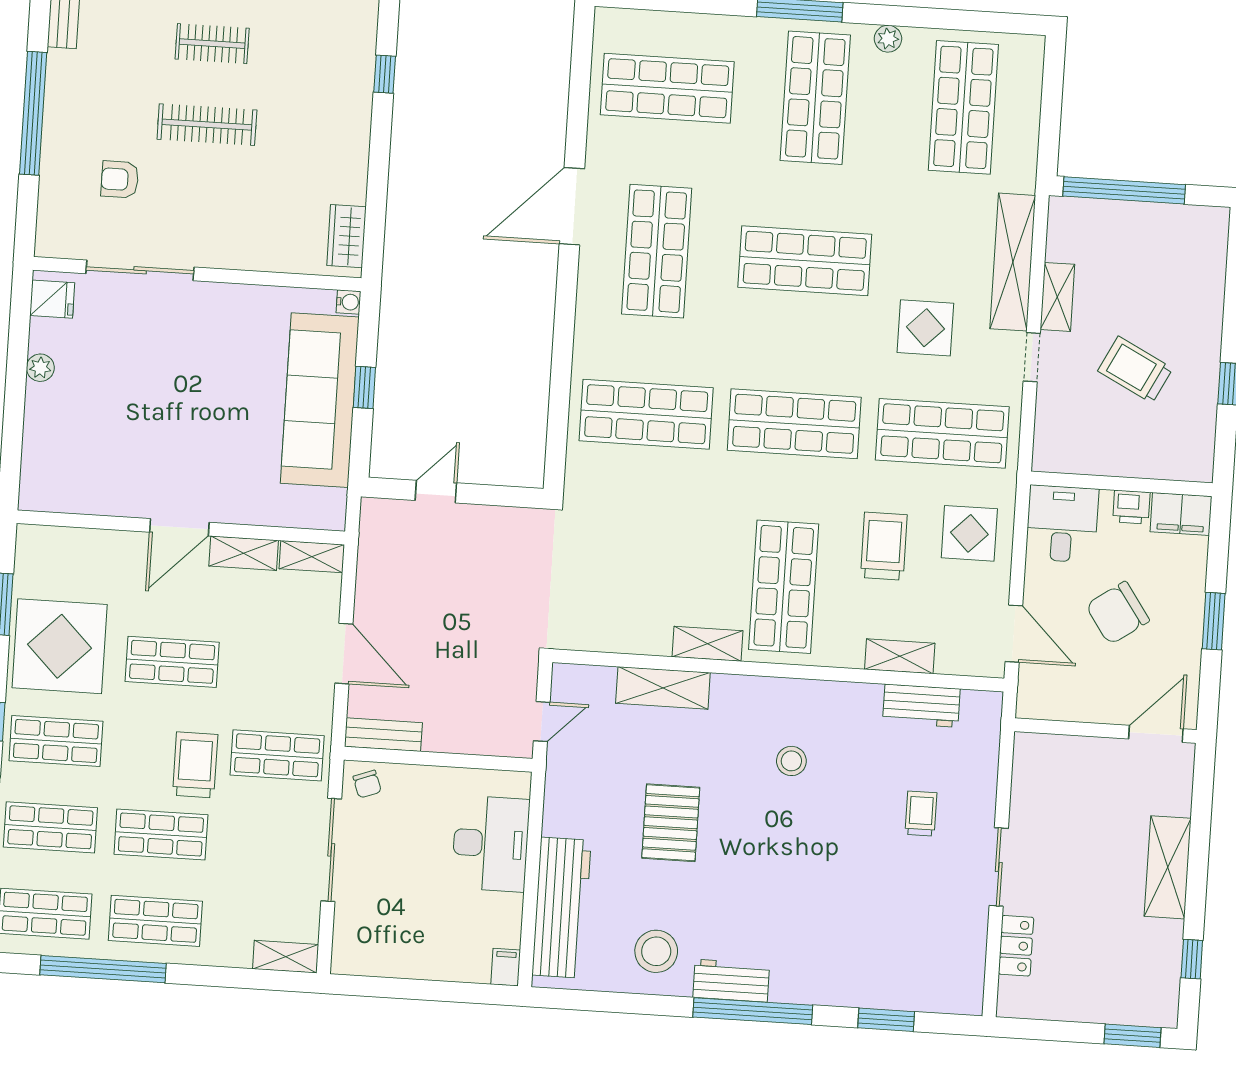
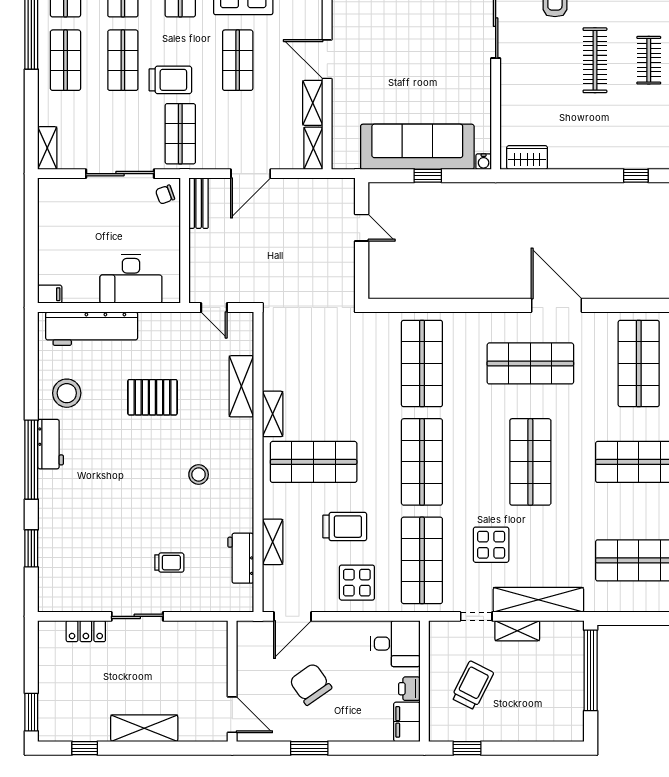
wall: (1121, 484) -> (424, 681), moved
printer: (1131, 507) -> (409, 689), moved
filing cabinet: (1181, 514) -> (407, 722), moved
desk: (1062, 524) -> (395, 644), moved

